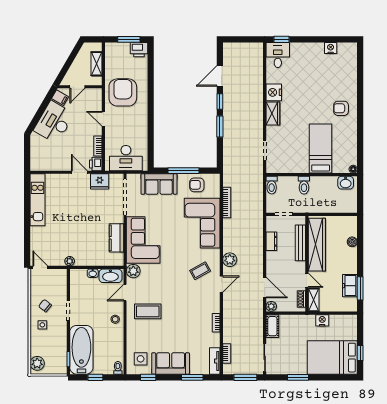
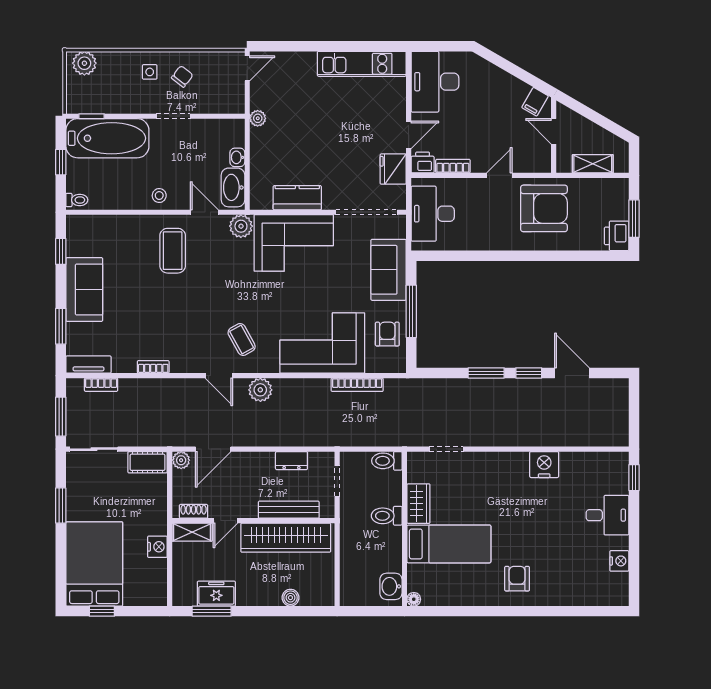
desk: (278, 55) -> (607, 515), moved
wardrobe: (273, 114) -> (418, 504), moved, turned -90
desk: (54, 122) -> (435, 82), moved, turned -120
side table: (141, 359) -> (92, 239), removed

